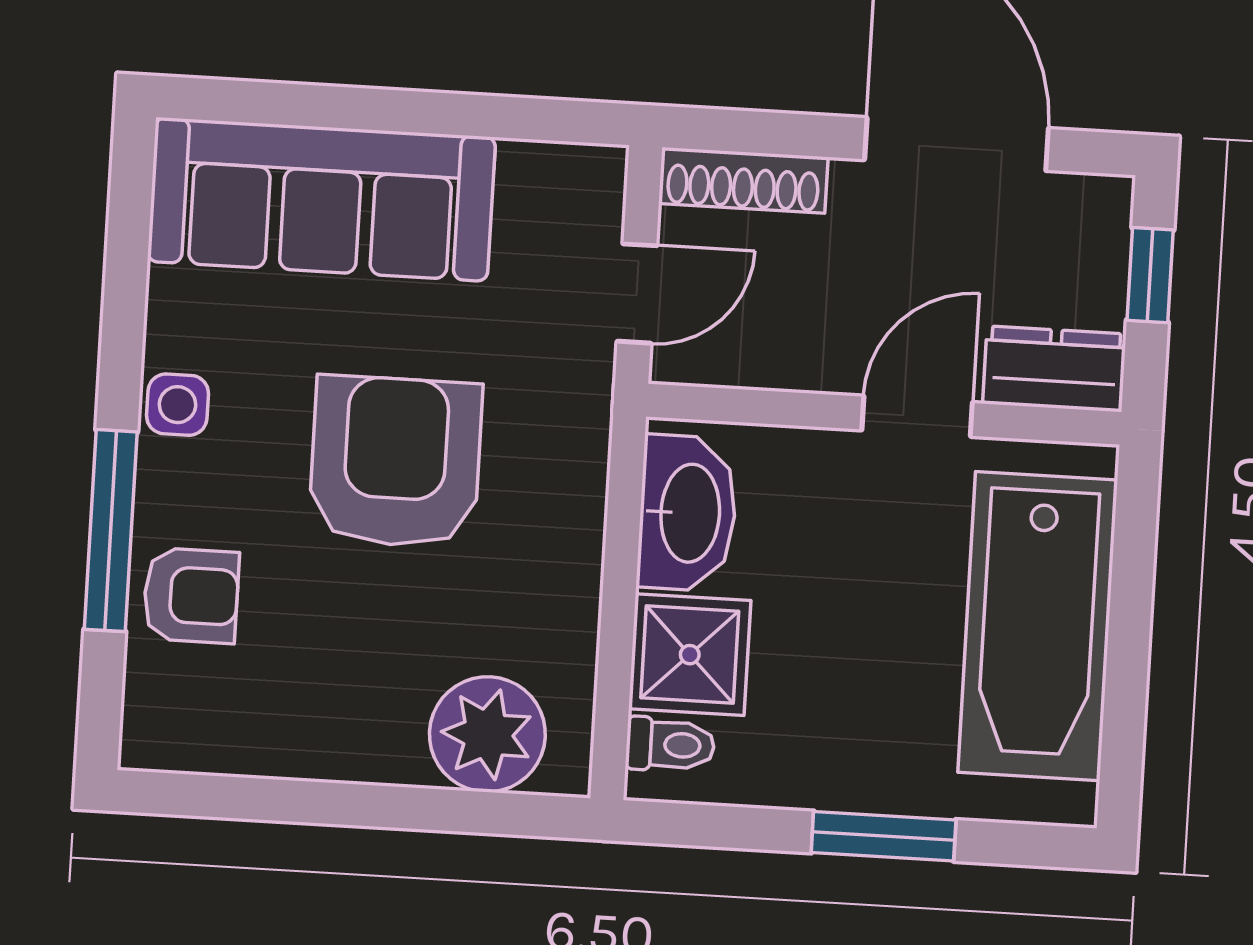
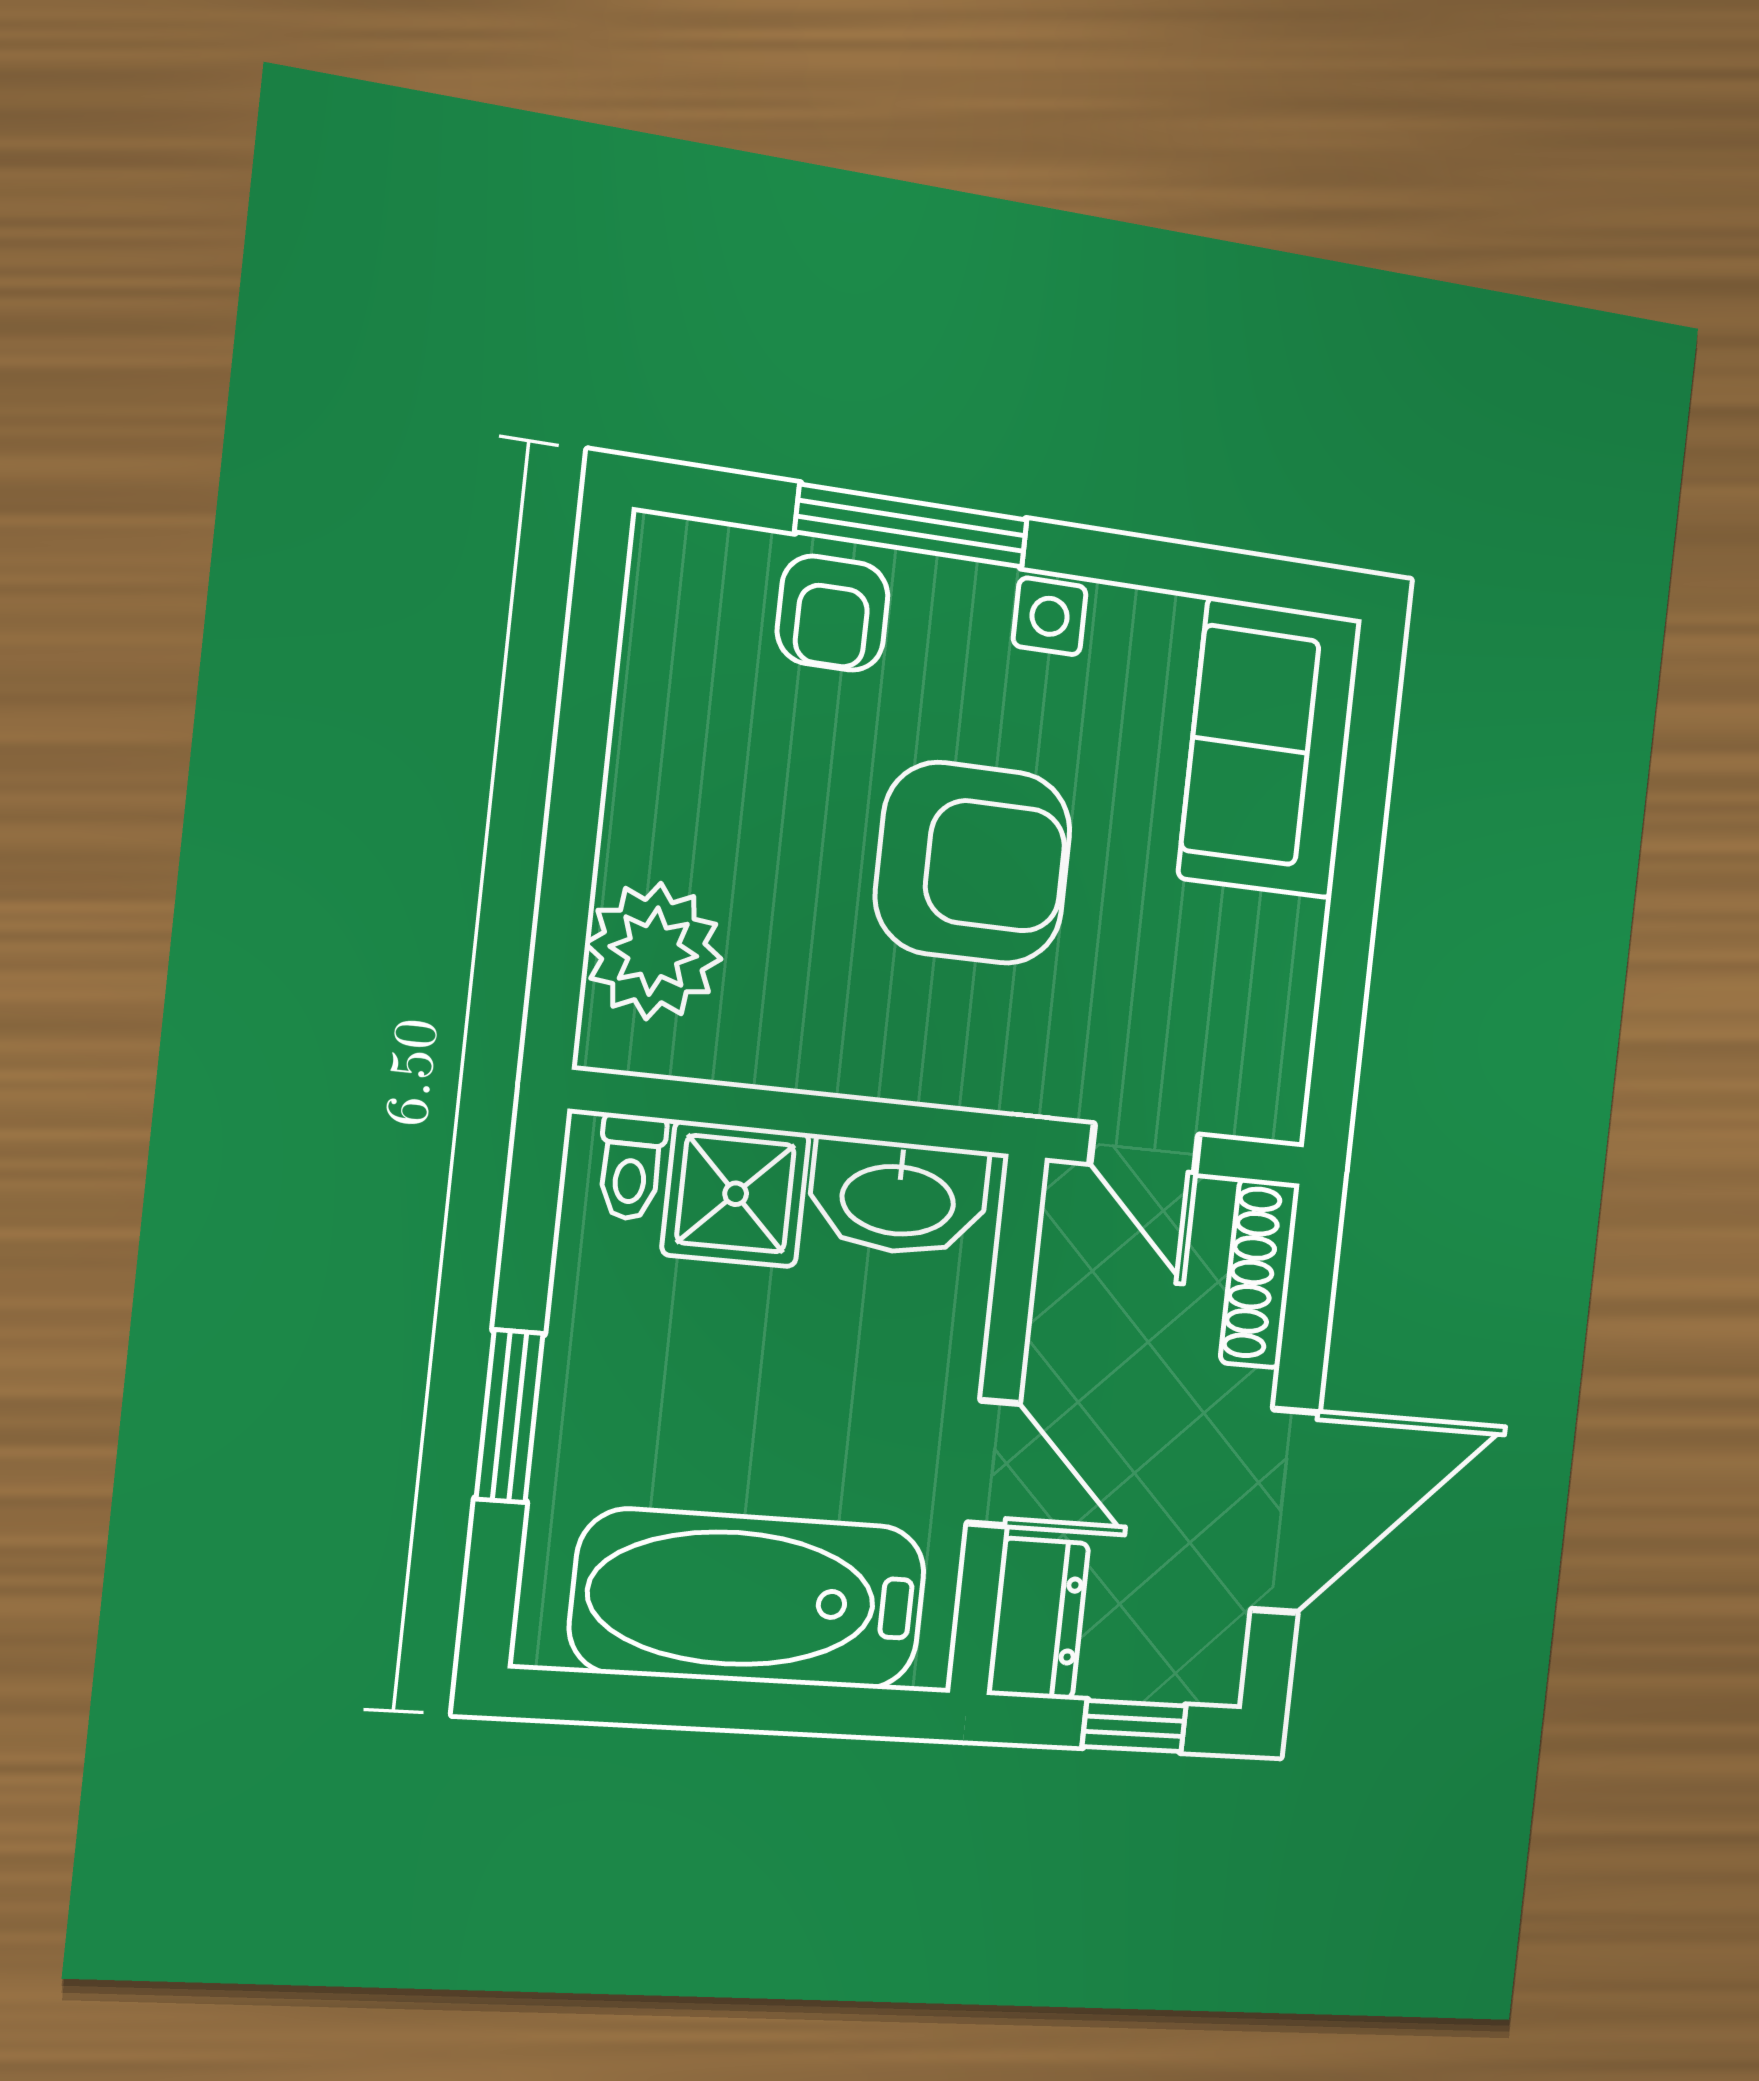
sofa: (321, 199) -> (1270, 748), width x0.73

